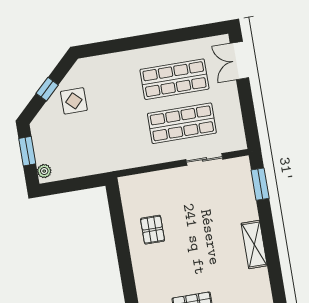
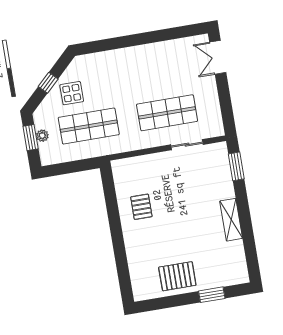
shop shelf: (174, 79) -> (89, 126), moved
plant: (44, 171) -> (42, 136), moved

